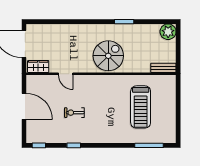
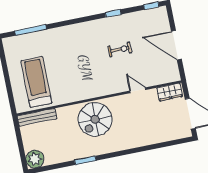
bench: (163, 68) -> (37, 117), width x1.36
treadmill: (141, 107) -> (36, 82), moved

